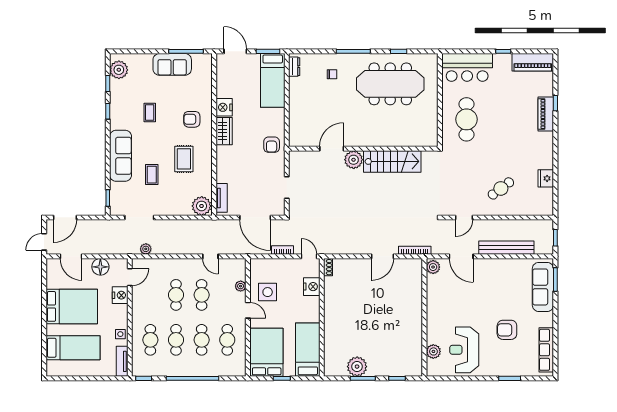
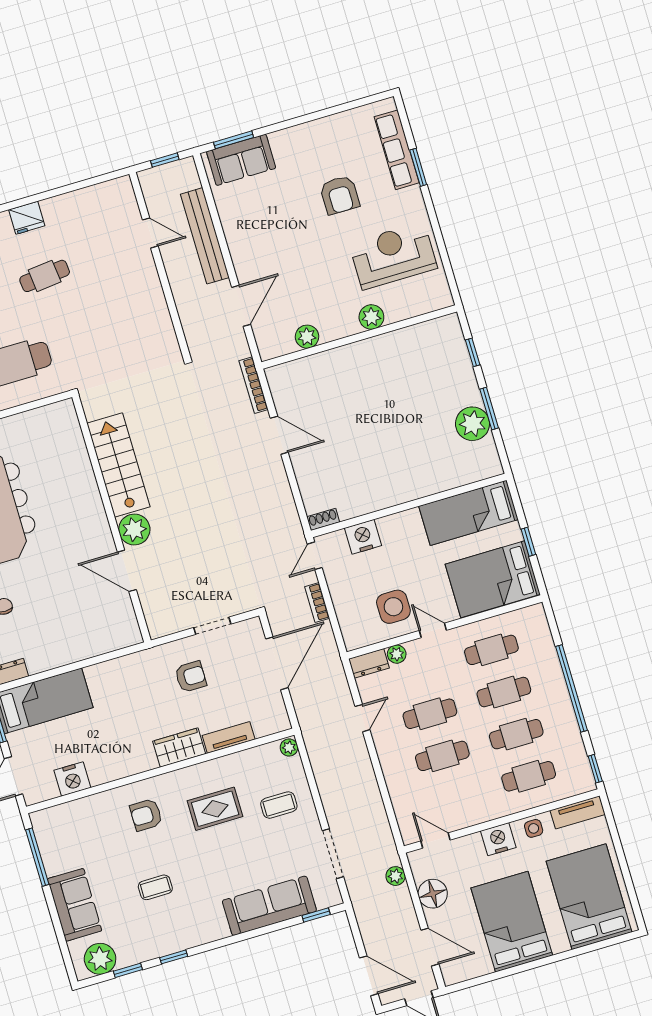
sofa: (172, 64) -> (75, 905), moved
nightstand: (224, 107) -> (72, 779), moved
armchair: (192, 119) -> (146, 815), turned 90
wardrobe: (224, 131) -> (179, 747), moved
armchair: (272, 145) -> (191, 677), moved
sofa: (121, 156) -> (269, 906), moved
coffee table: (152, 175) -> (279, 805), moved
fridge: (546, 178) -> (27, 218), moved
cafe table: (501, 188) -> (45, 276), moved, turned -59
tv unit: (222, 198) -> (229, 737), moved
plant: (202, 206) -> (289, 747), width x0.53, depth x0.53
door: (464, 217) -> (150, 233), moved
plant: (146, 249) -> (396, 876), moved
door: (71, 256) -> (430, 947), hinge flipped
plant: (433, 267) -> (307, 337), moved
dresser: (240, 269) -> (369, 663), added
sofa: (543, 287) -> (241, 160), width x0.73
nightstand: (120, 295) -> (498, 839), moved
door: (248, 310) -> (433, 630), hinge flipped
bed: (73, 348) -> (589, 897), width x1.50
reception desk: (464, 350) -> (393, 256), turned 180
row of seats: (546, 350) -> (397, 150), moved, turned 90
plant: (433, 351) -> (371, 317), moved

